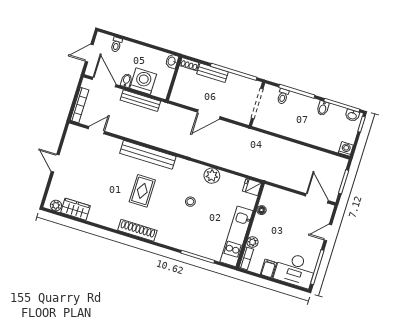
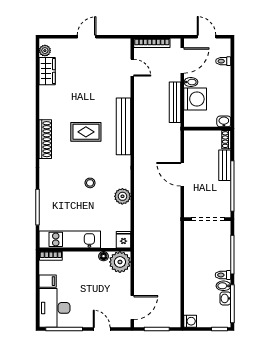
toilet: (283, 96) -> (223, 275), moved
washbasin: (352, 115) -> (225, 298), moved
plant: (252, 242) -> (120, 262), moved, width x1.87, depth x1.87

